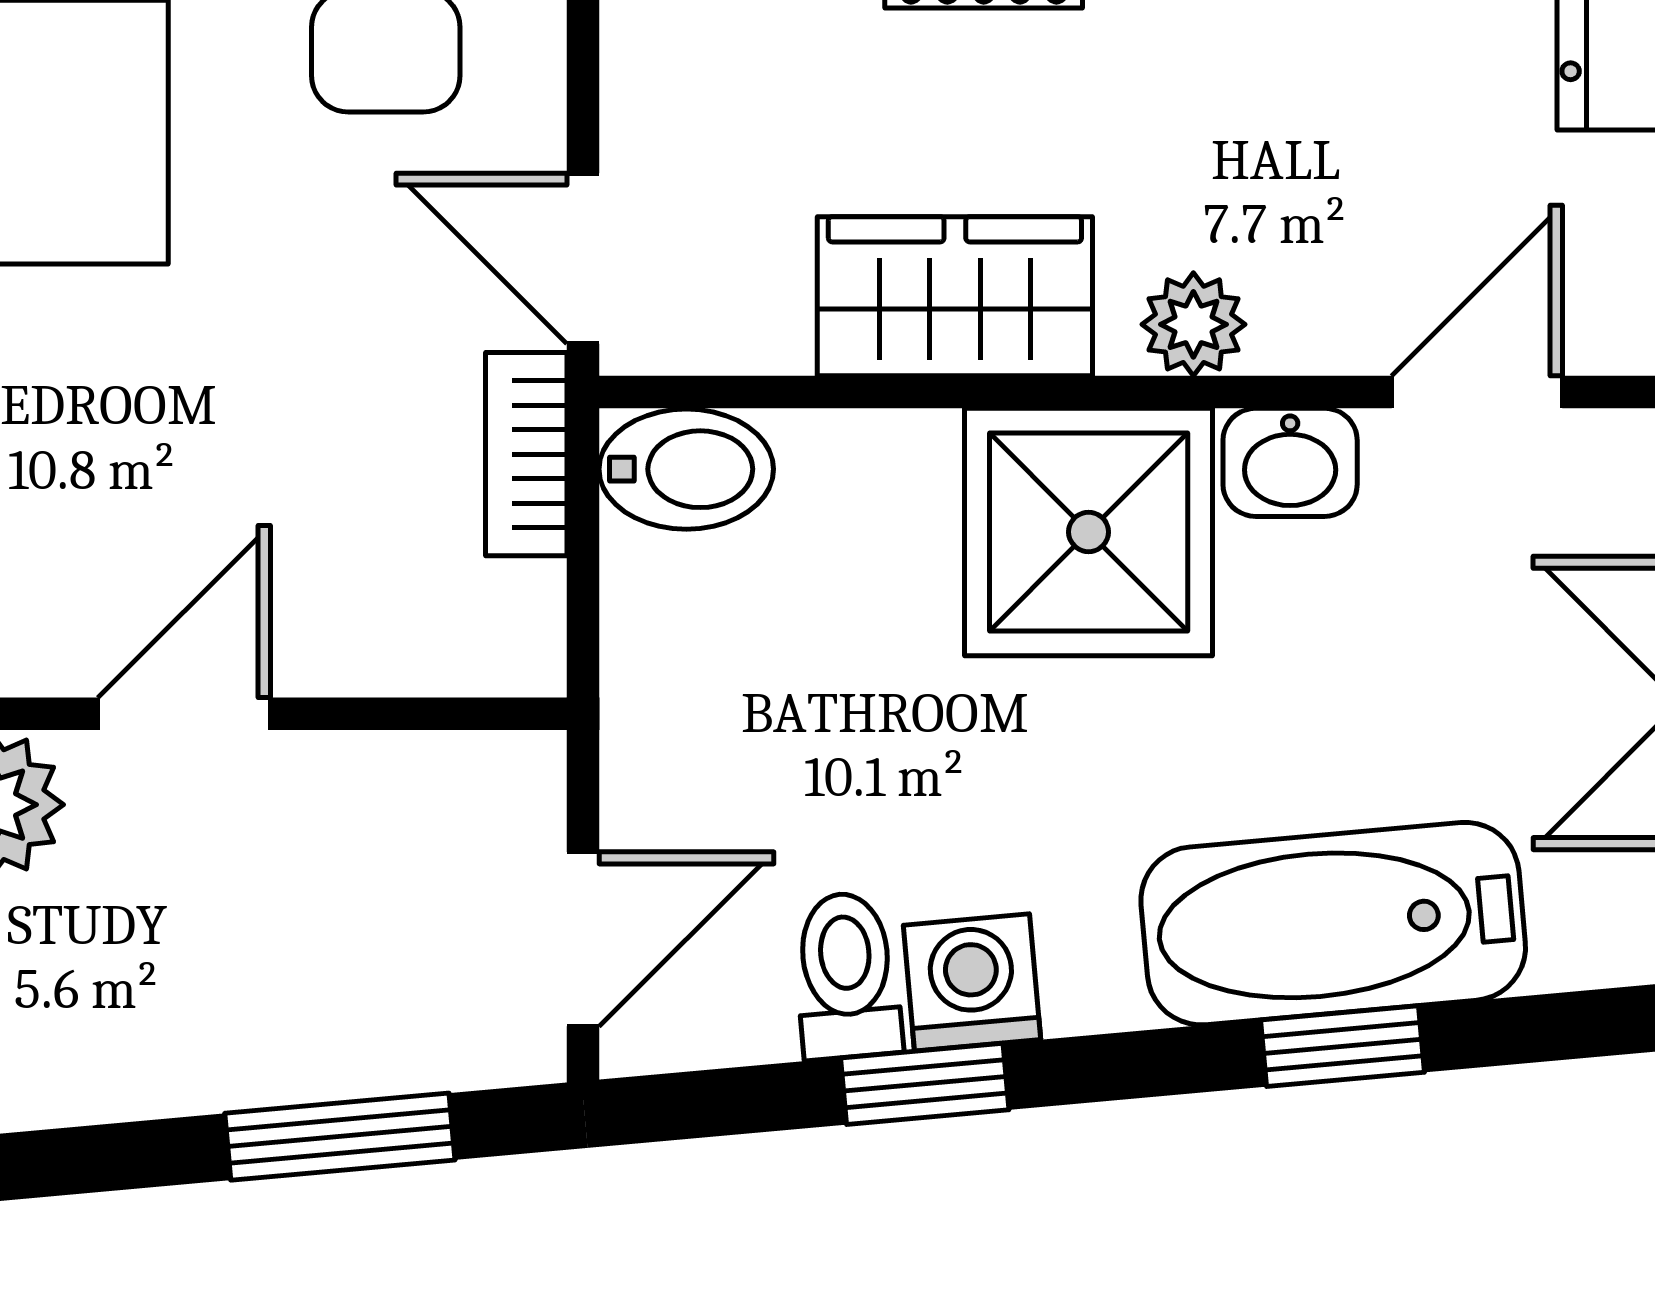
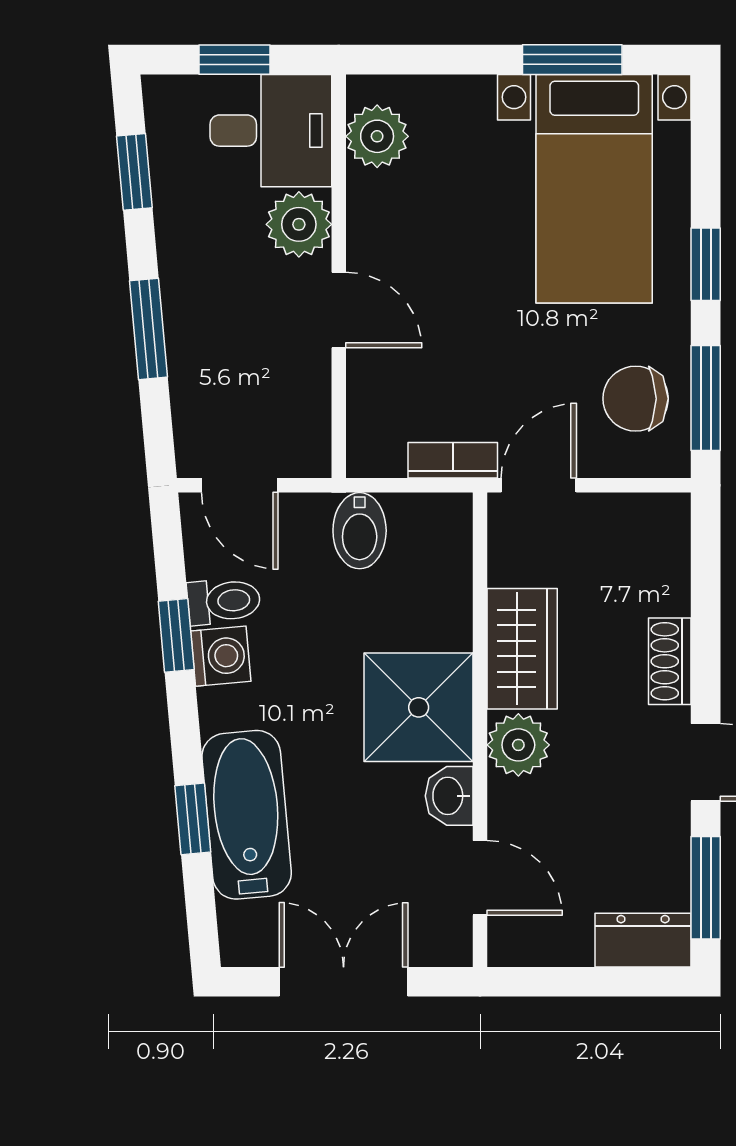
plant: (1193, 324) -> (518, 745), width x1.38, depth x1.38
bidet: (686, 469) -> (360, 531), moved
window: (340, 1137) -> (149, 329), moved

